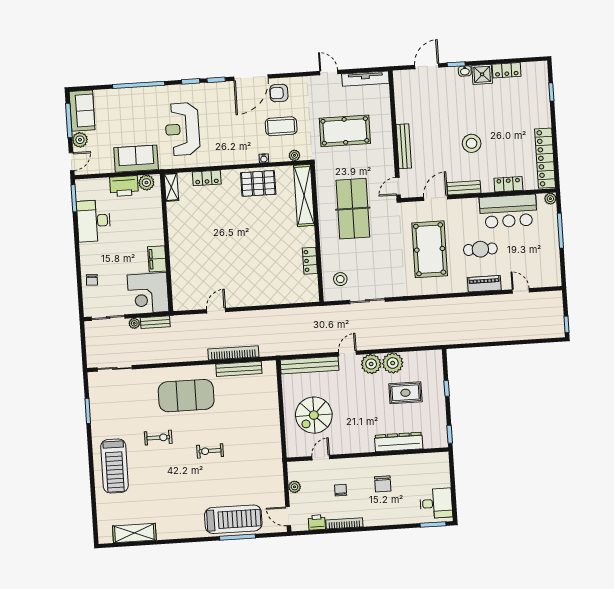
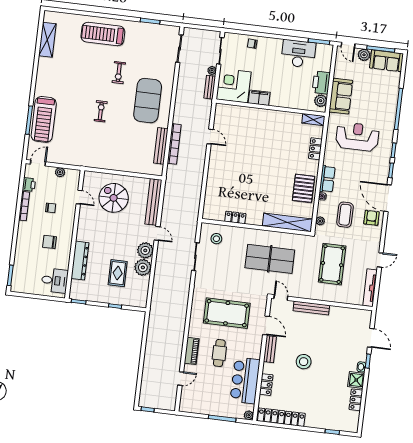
row of seats: (241, 156) -> (327, 179), added
desk: (436, 503) -> (55, 281), moved, turned -90

